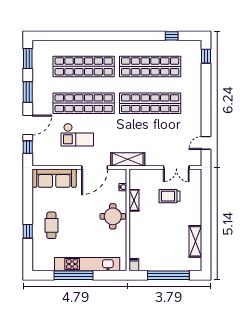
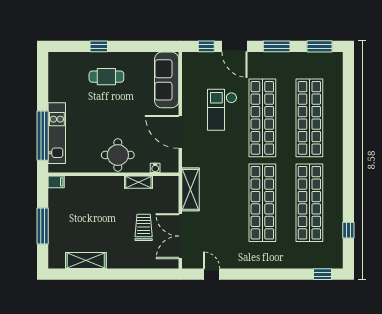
shelving: (128, 159) -> (190, 189), moved
double door: (176, 168) -> (180, 236), width x1.37
kitchen unit: (87, 264) -> (57, 133), width x0.73
window: (74, 275) -> (43, 136), moved
window: (168, 275) -> (43, 226), width x0.68

